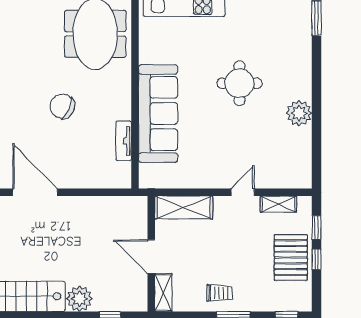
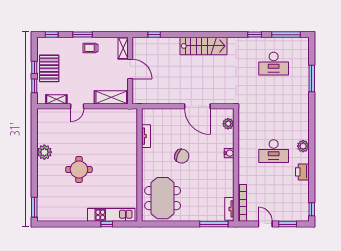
sofa: (158, 114) -> (126, 152), removed
plant: (79, 299) -> (172, 45), removed

